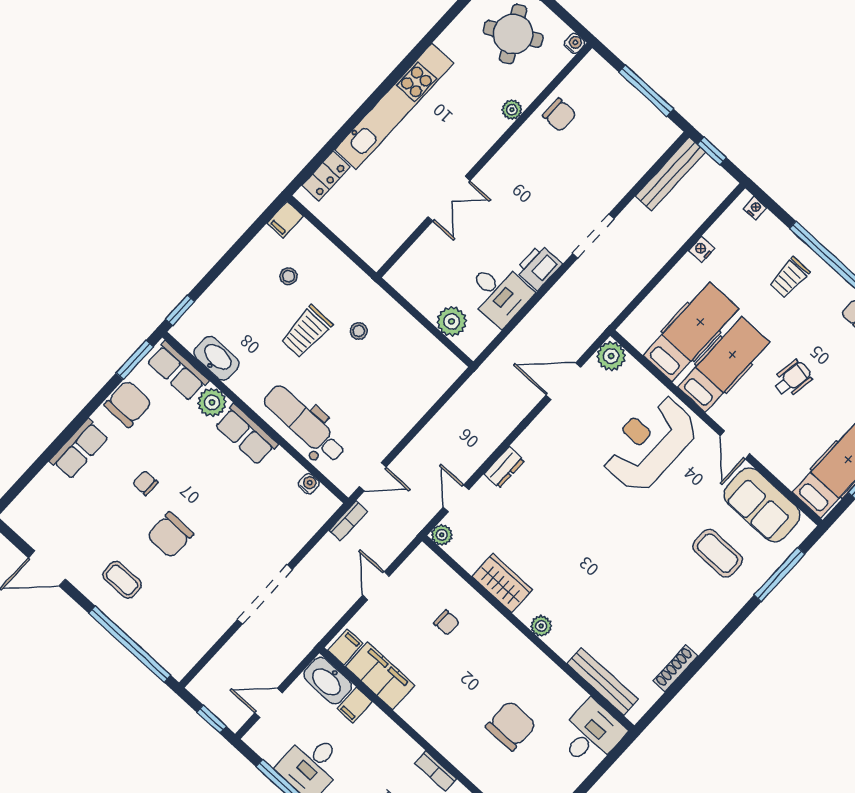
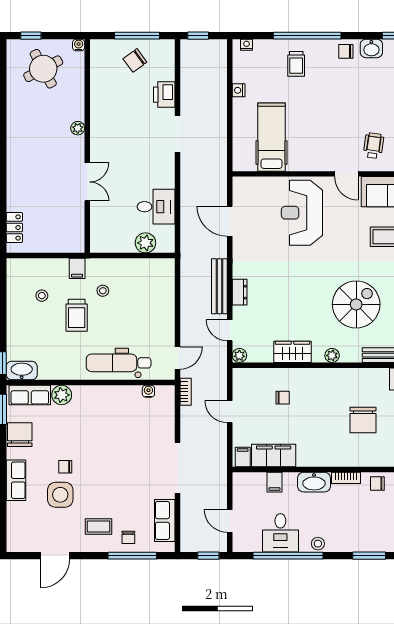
kitchen unit: (394, 106) -> (17, 161), removed
plant: (512, 110) -> (78, 128), moved
chair: (559, 115) -> (135, 60), moved, turned 144
bench: (671, 174) -> (219, 286), moved
filing cabinet: (285, 220) -> (77, 268), moved
printer: (539, 267) -> (164, 95), moved
plant: (611, 356) -> (242, 186), removed
washbasin: (217, 358) -> (22, 371), moved
hospital bed: (724, 365) -> (303, 138), removed
wheelchair: (792, 379) -> (374, 146), moved
door: (563, 381) -> (230, 221), hinge flipped
row of seats: (246, 435) -> (165, 520), moved, turned 90
side table: (112, 508) -> (60, 495), added
chair: (170, 535) -> (128, 537), moved, width x0.54, depth x0.54
spiral stairs: (617, 595) -> (356, 304), added
window: (130, 644) -> (132, 556), width x0.68
washbasin: (328, 681) -> (314, 482), moved
door: (268, 703) -> (230, 521), hinge flipped
chair: (511, 726) -> (363, 420), turned 180

